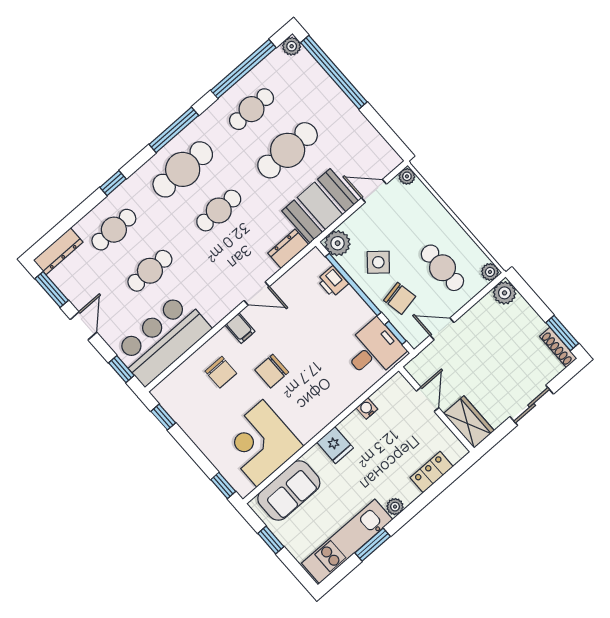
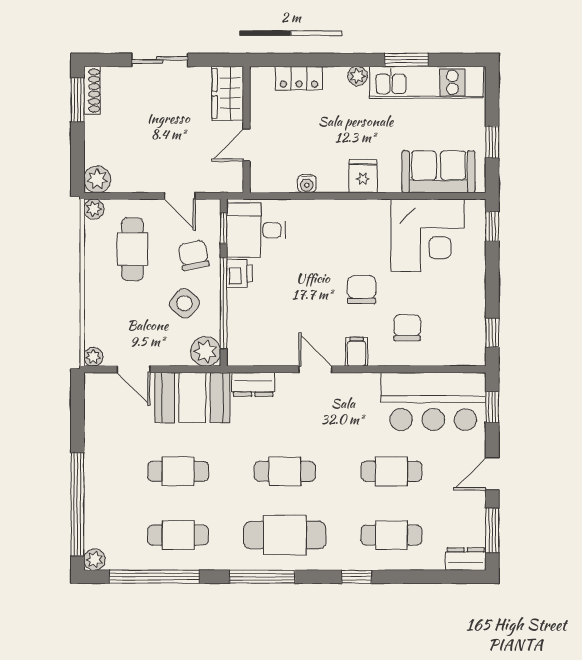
cafe table: (288, 150) -> (178, 471), width x0.73, depth x0.74
dresser: (58, 251) -> (466, 559), width x0.70
printer: (333, 282) -> (239, 274), moved
chair: (272, 371) -> (362, 290), turned -90

